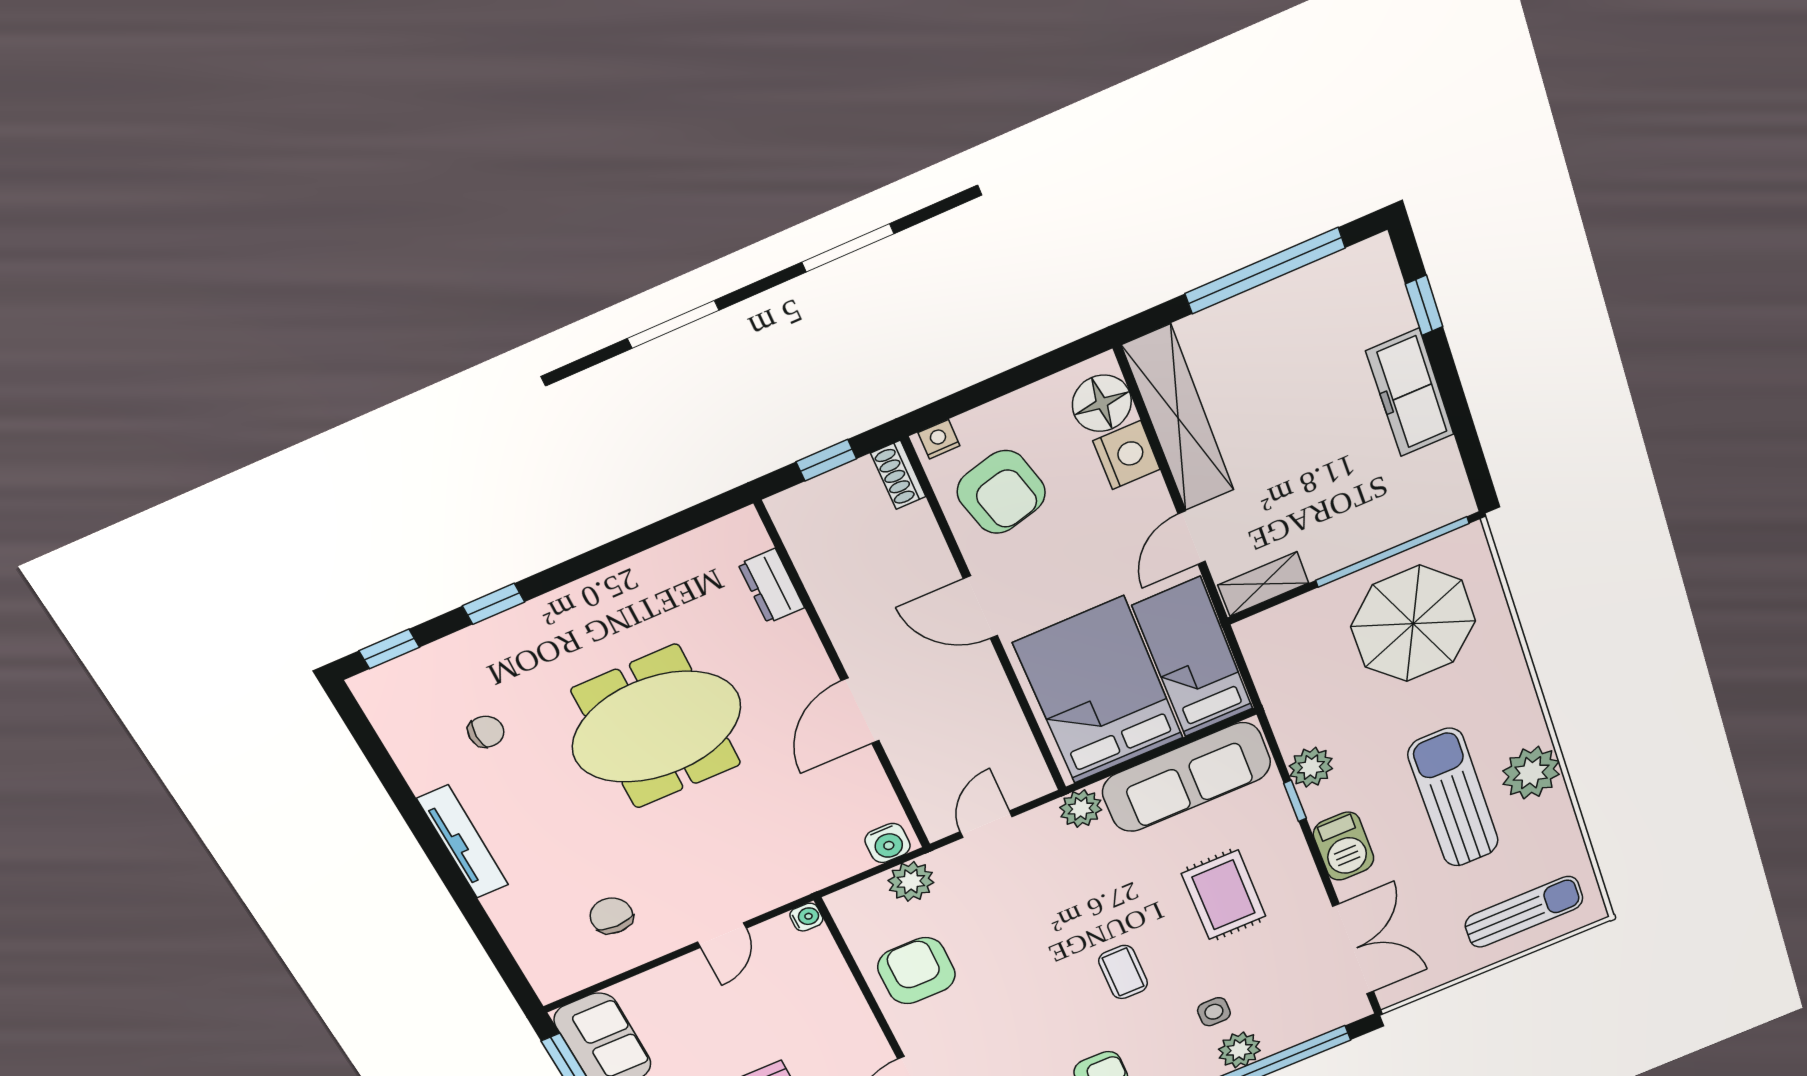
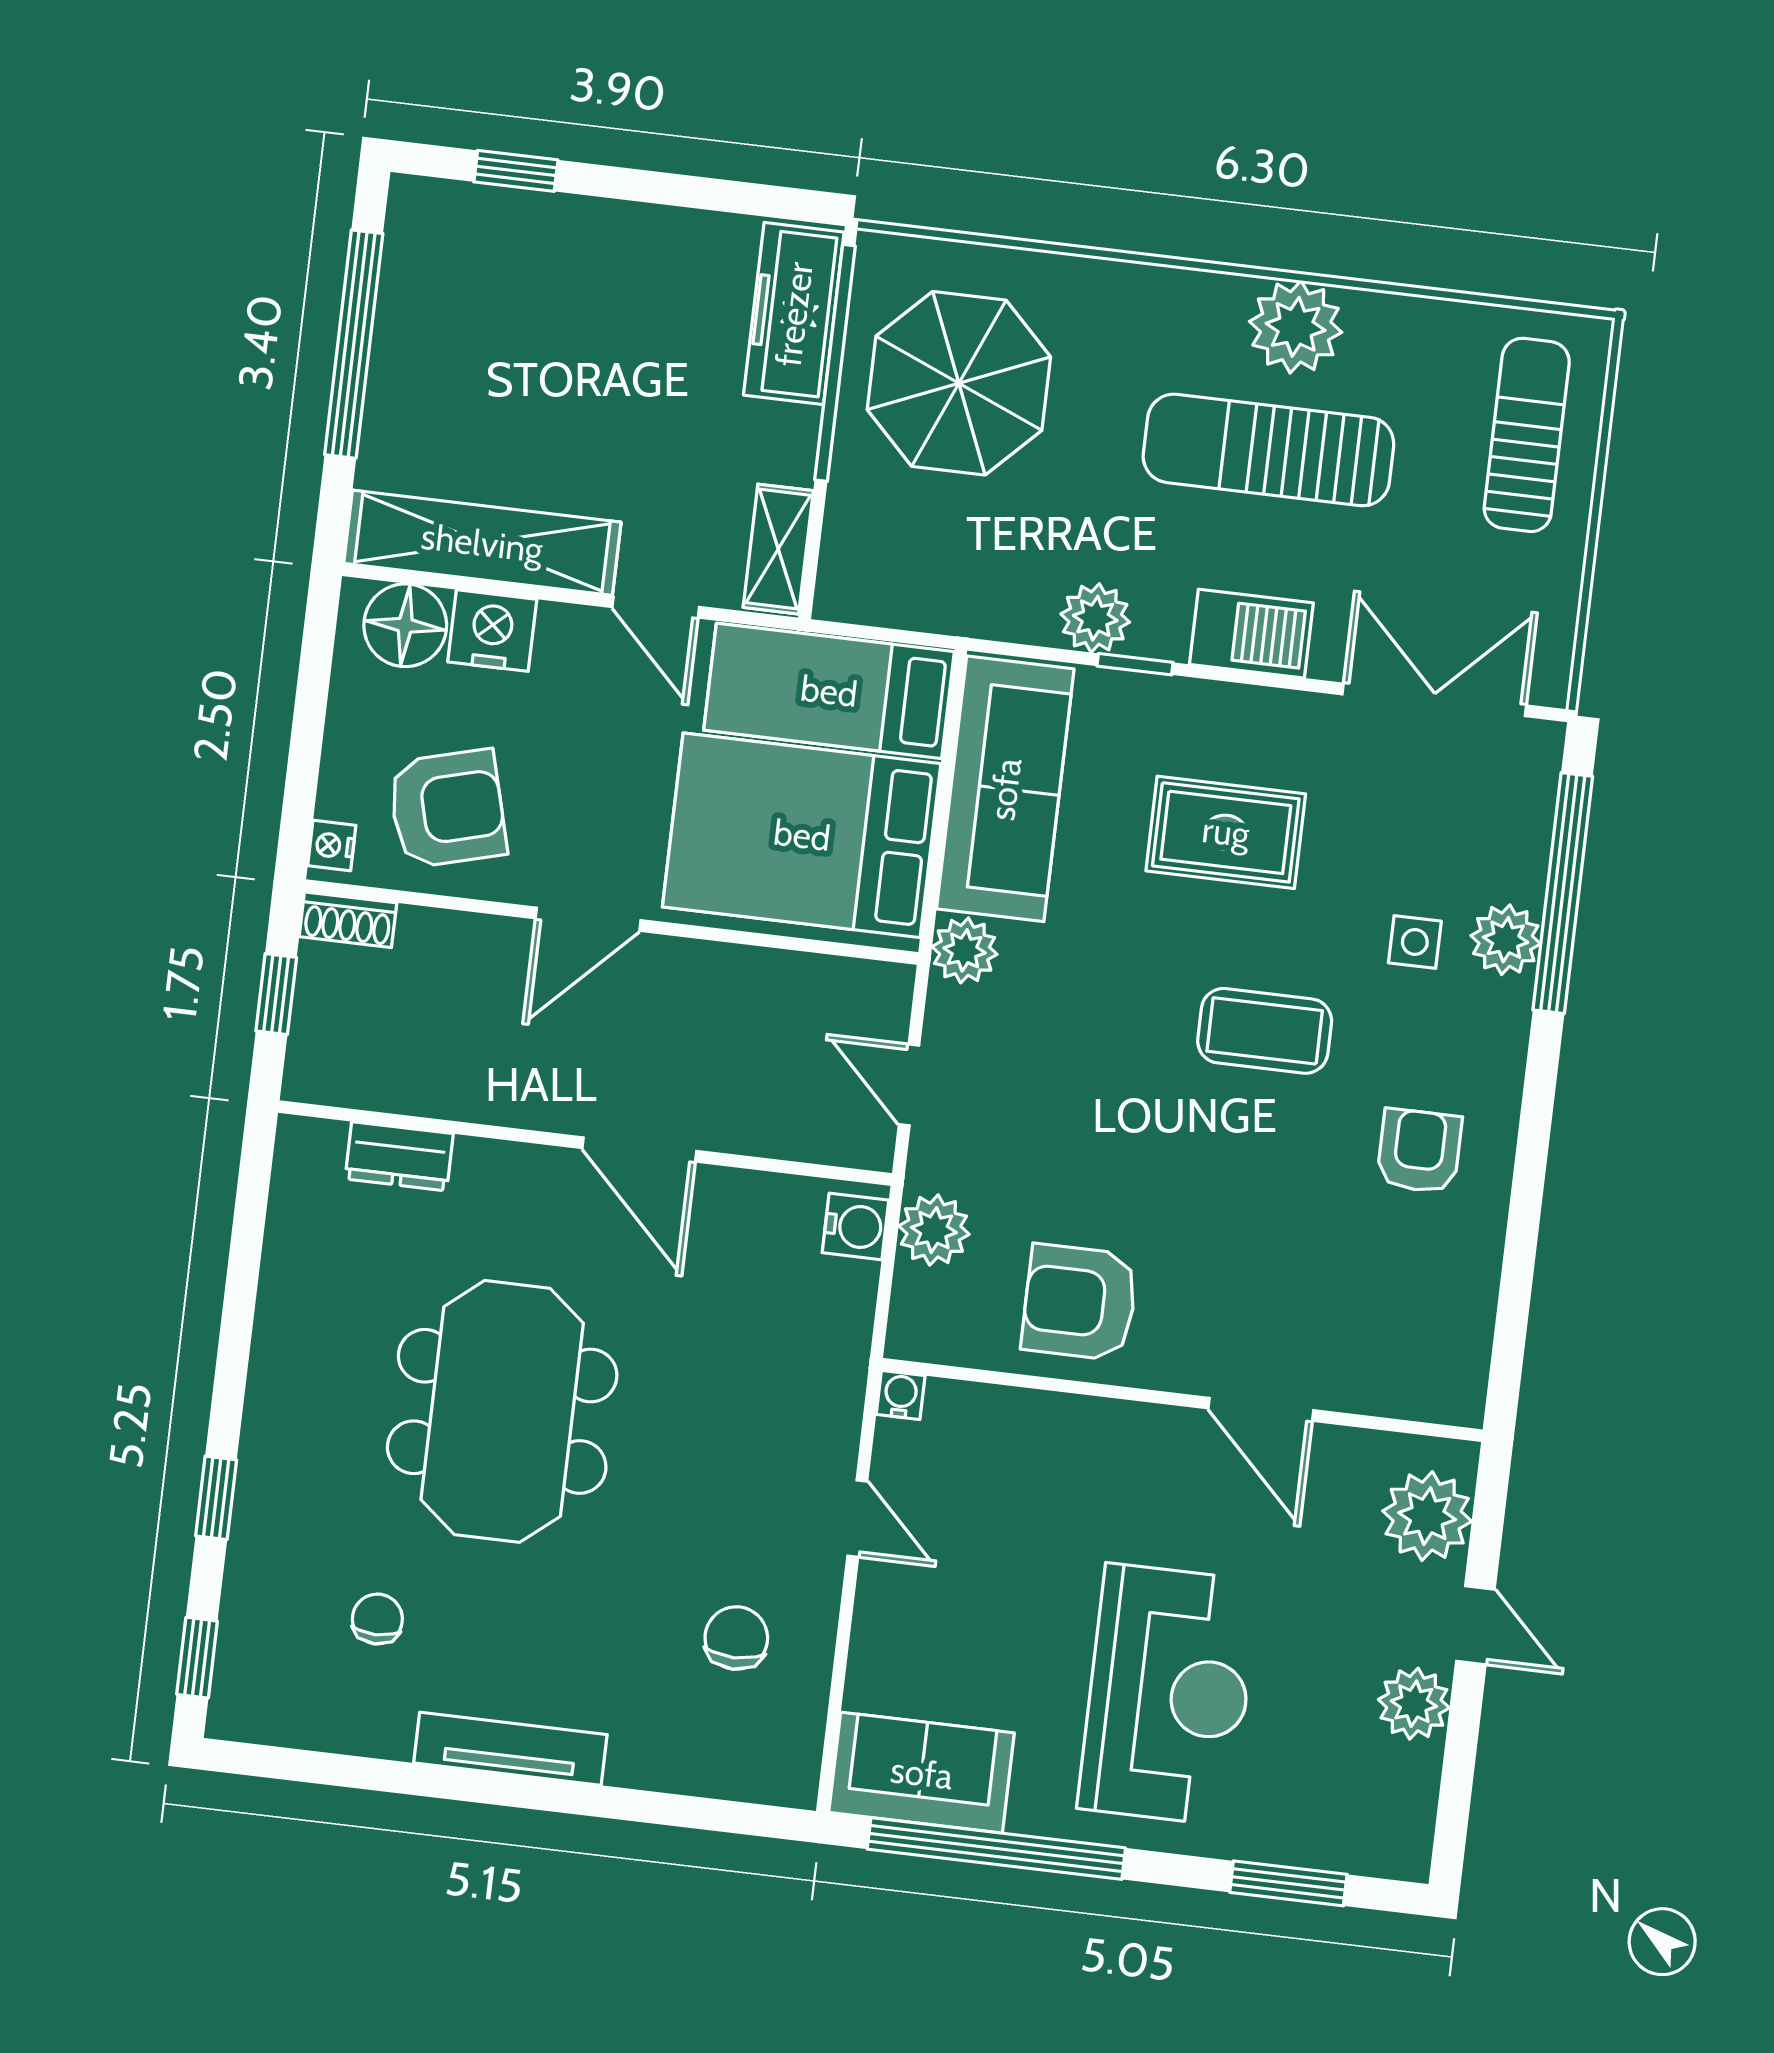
freezer: (1410, 393) -> (794, 314), moved, turned 90
chair: (611, 916) -> (736, 1638), turned 90
coffee table: (1123, 972) -> (1265, 1031), width x1.36, depth x1.30

